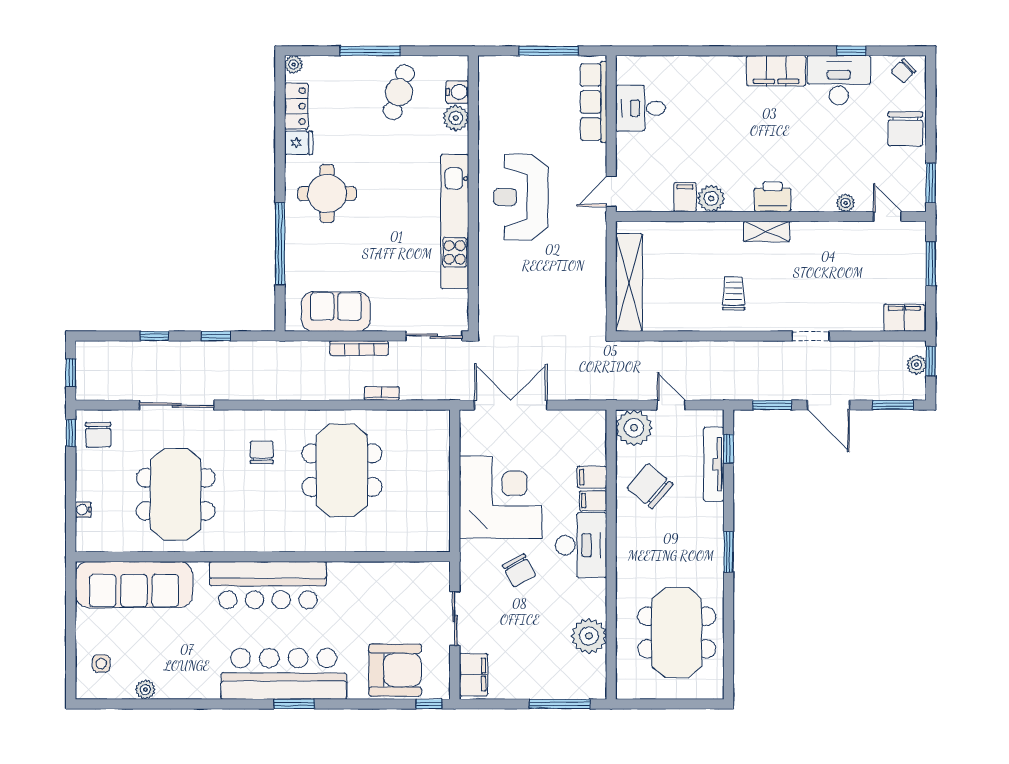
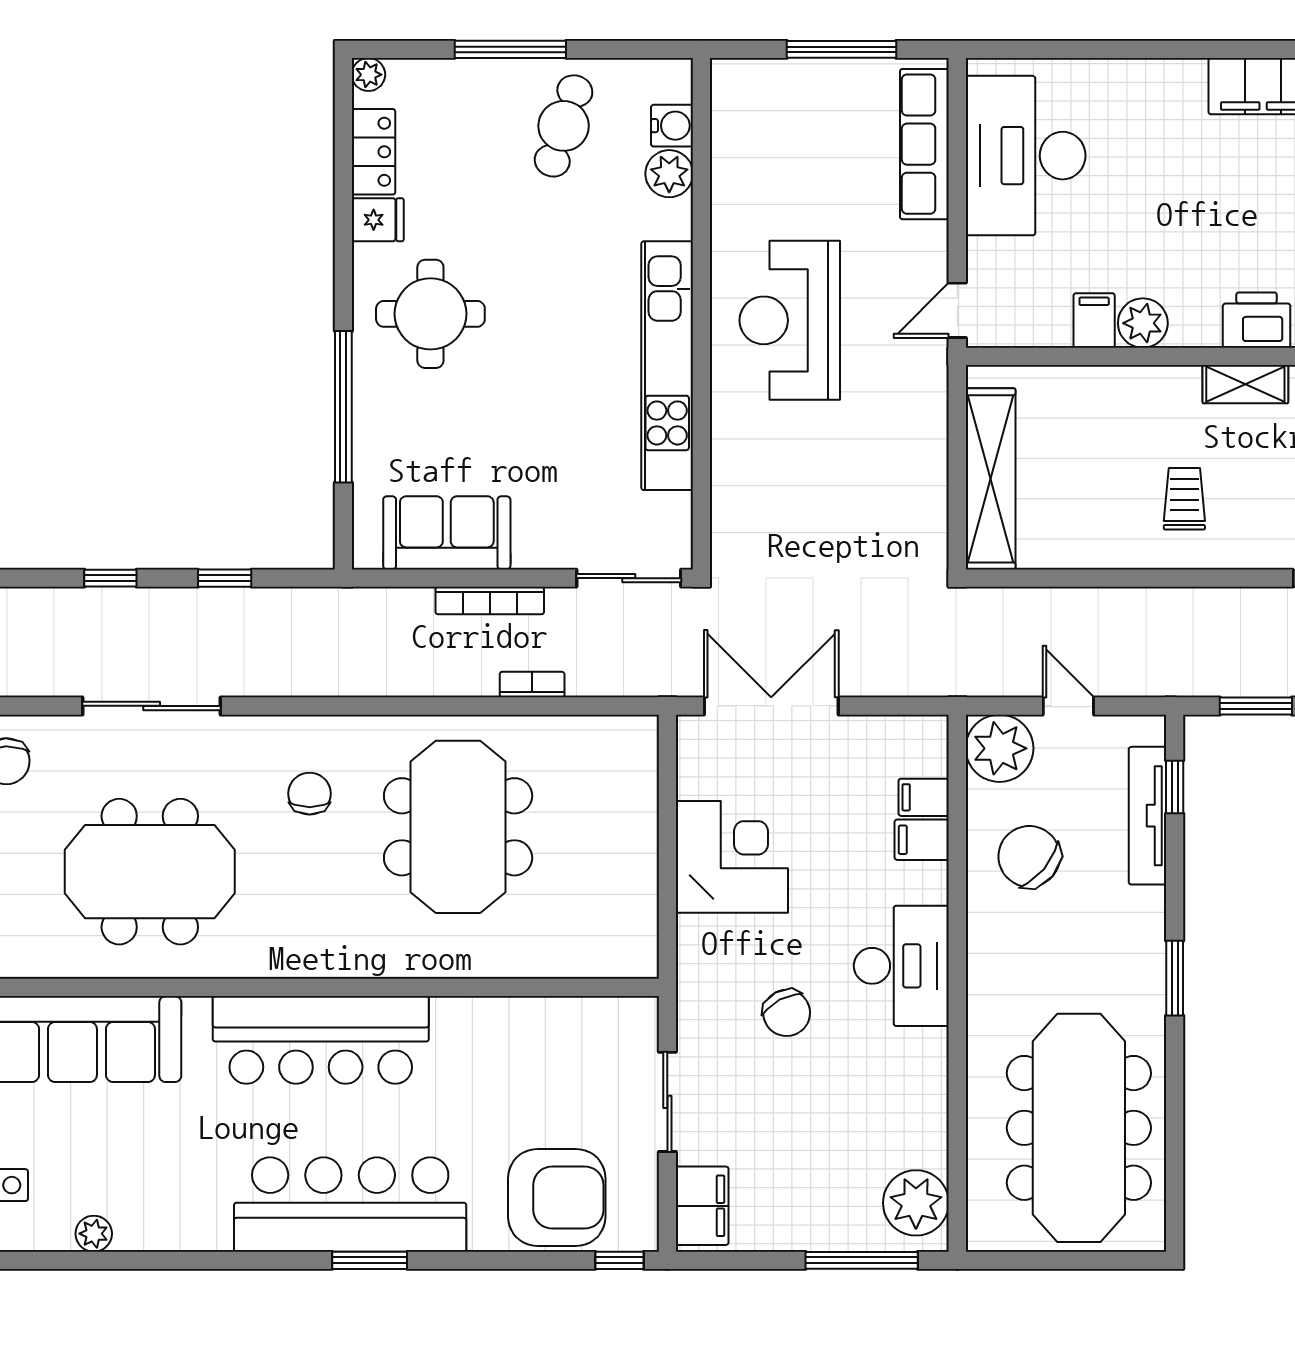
desk: (641, 108) -> (1026, 156), width x1.87, depth x1.30
meeting table: (176, 494) -> (150, 872), turned 90
corner desk: (500, 497) -> (732, 857), width x0.74, depth x0.74
filing cabinet: (593, 501) -> (924, 797), moved
meeting table: (677, 633) -> (1079, 1128), width x1.36
plant: (589, 636) -> (916, 1203), moved

